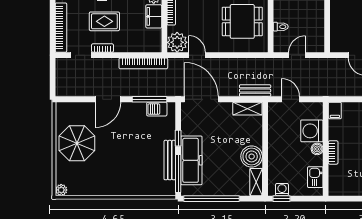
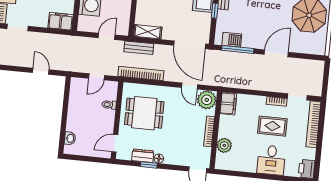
filing cabinet: (154, 16) -> (228, 104), moved
bookcase: (143, 63) -> (141, 73), moved
door: (291, 99) -> (107, 36), swing flipped
filing cabinet: (335, 110) -> (61, 21), width x2.00

